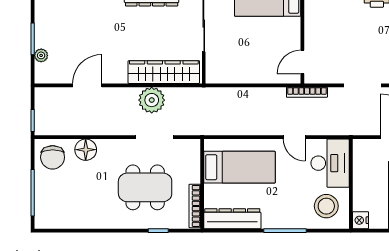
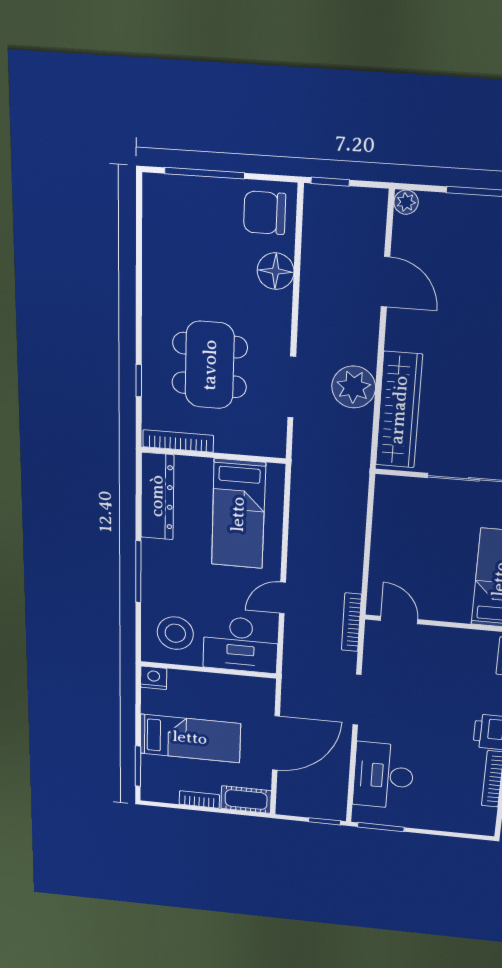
plant: (41, 55) -> (406, 202), moved

